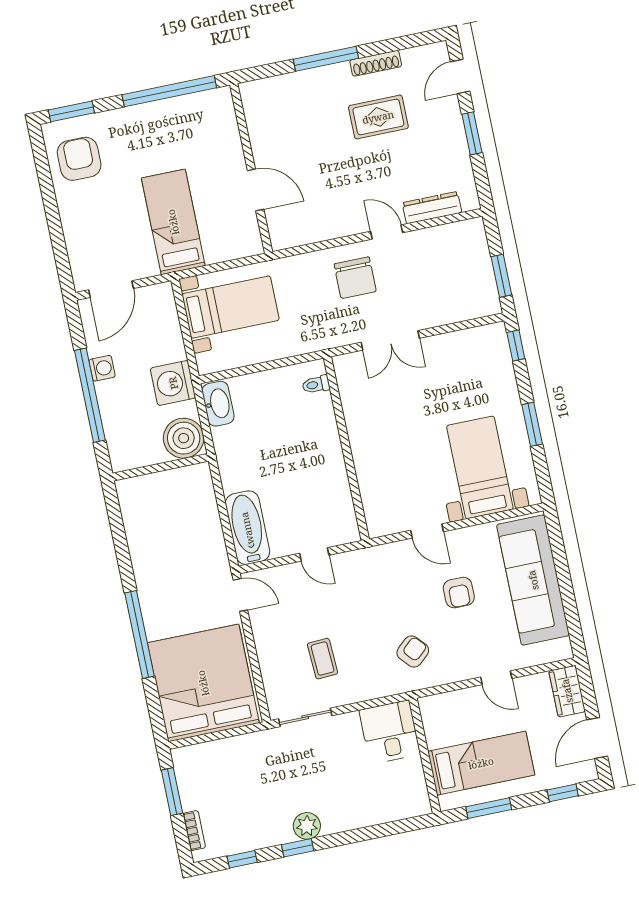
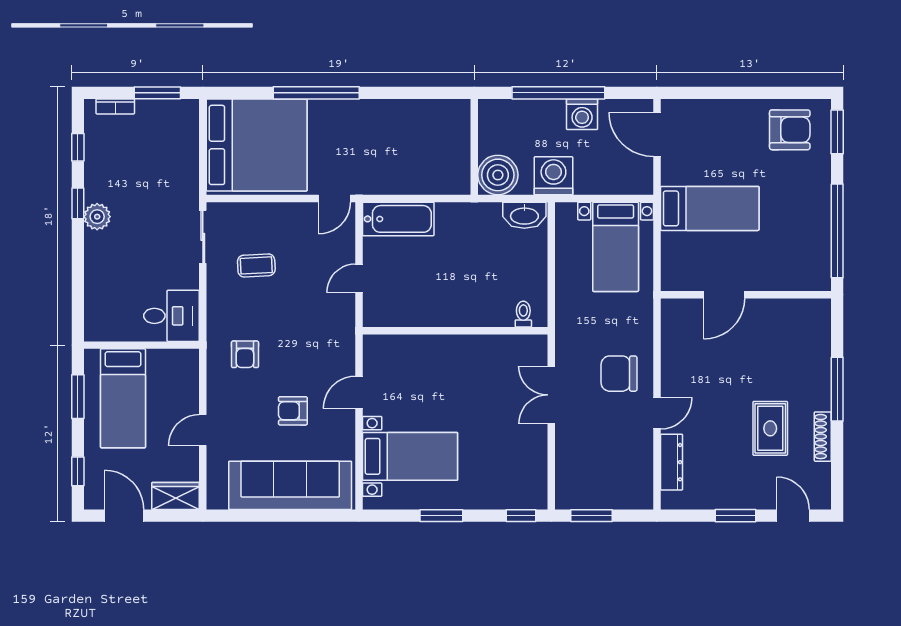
washing machine: (102, 368) -> (582, 114), width x1.38, depth x1.38
armchair: (413, 652) -> (245, 354), turned 42

